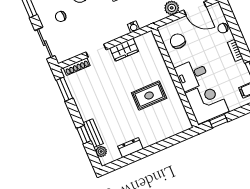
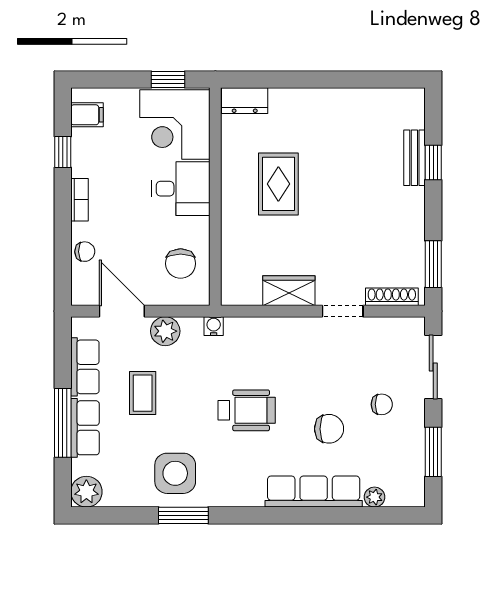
water cooler: (133, 27) -> (214, 326), moved
rug: (149, 95) -> (278, 184), turned 90
dresser: (130, 148) -> (245, 101), moved
plant: (101, 151) -> (414, 117), removed

